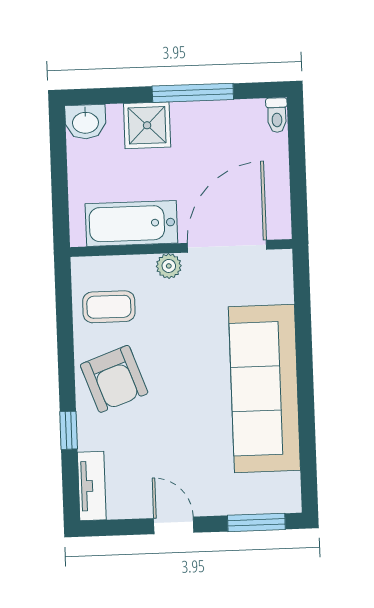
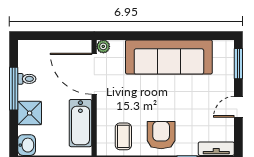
toilet: (277, 115) -> (27, 79), moved
plant: (169, 266) -> (103, 46), moved
armchair: (114, 379) -> (161, 135), turned -70

